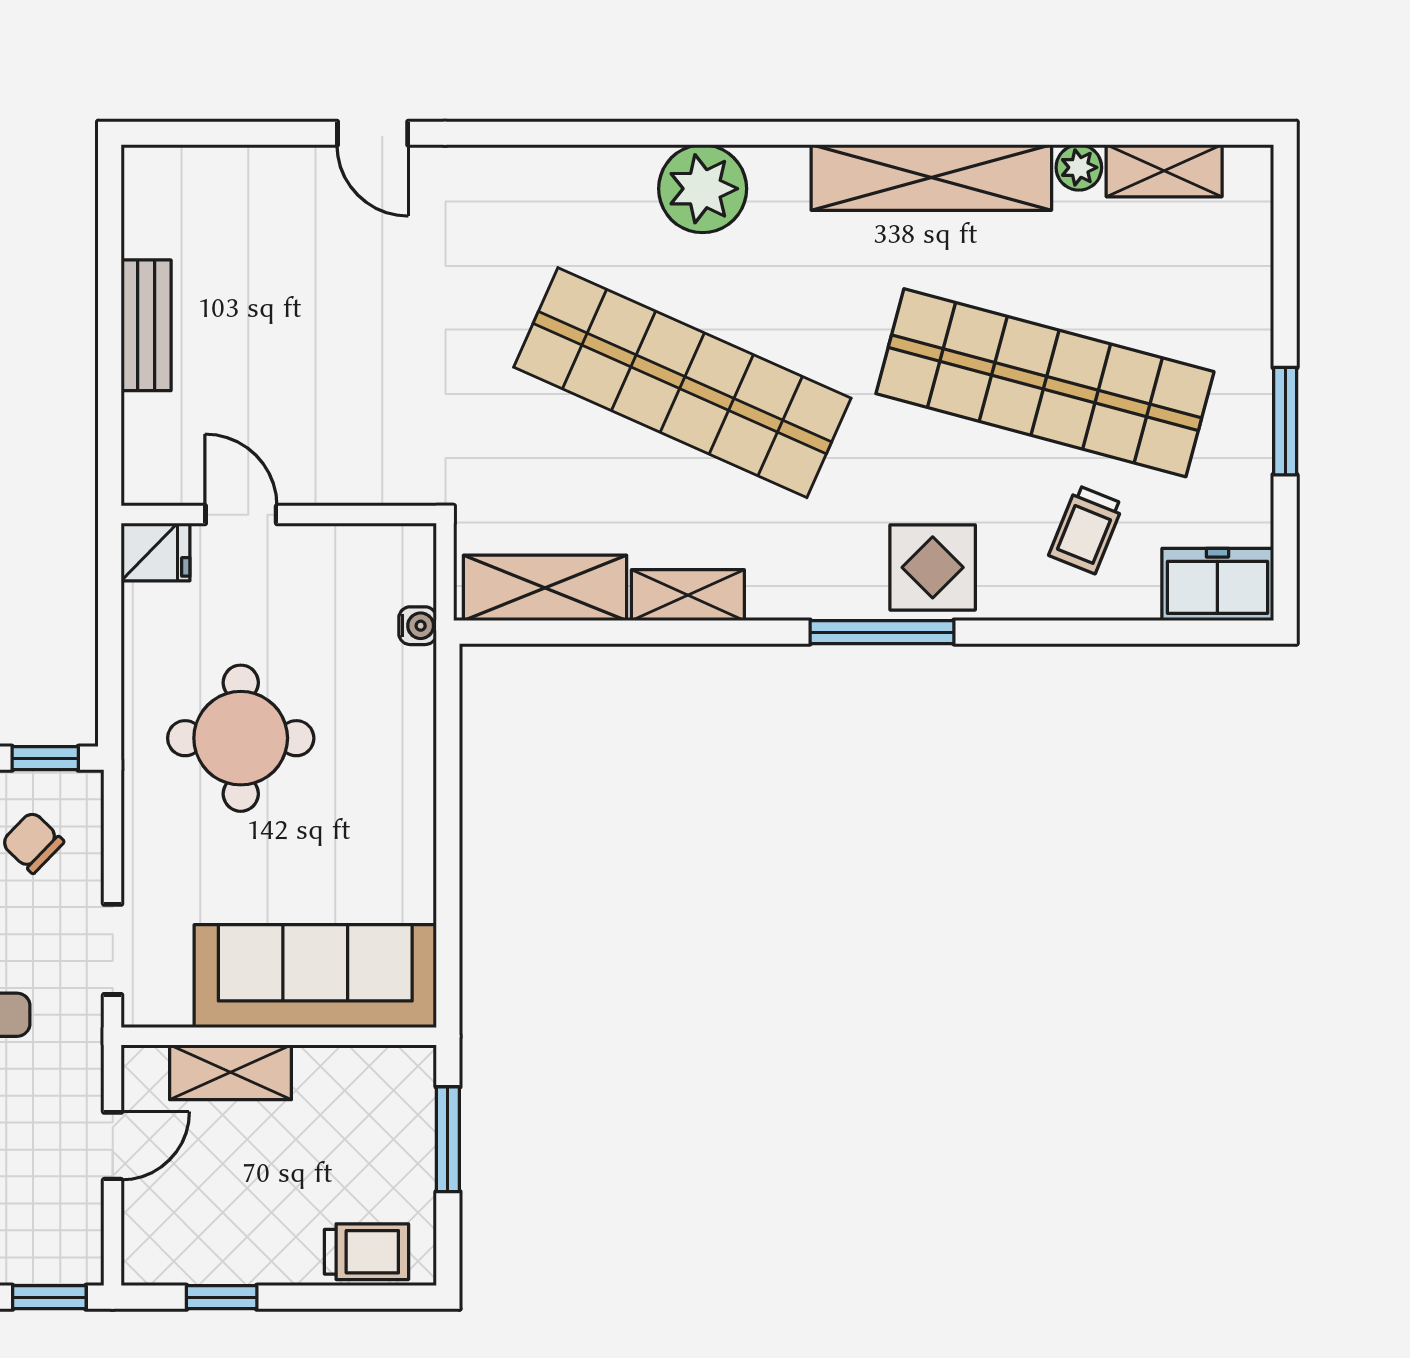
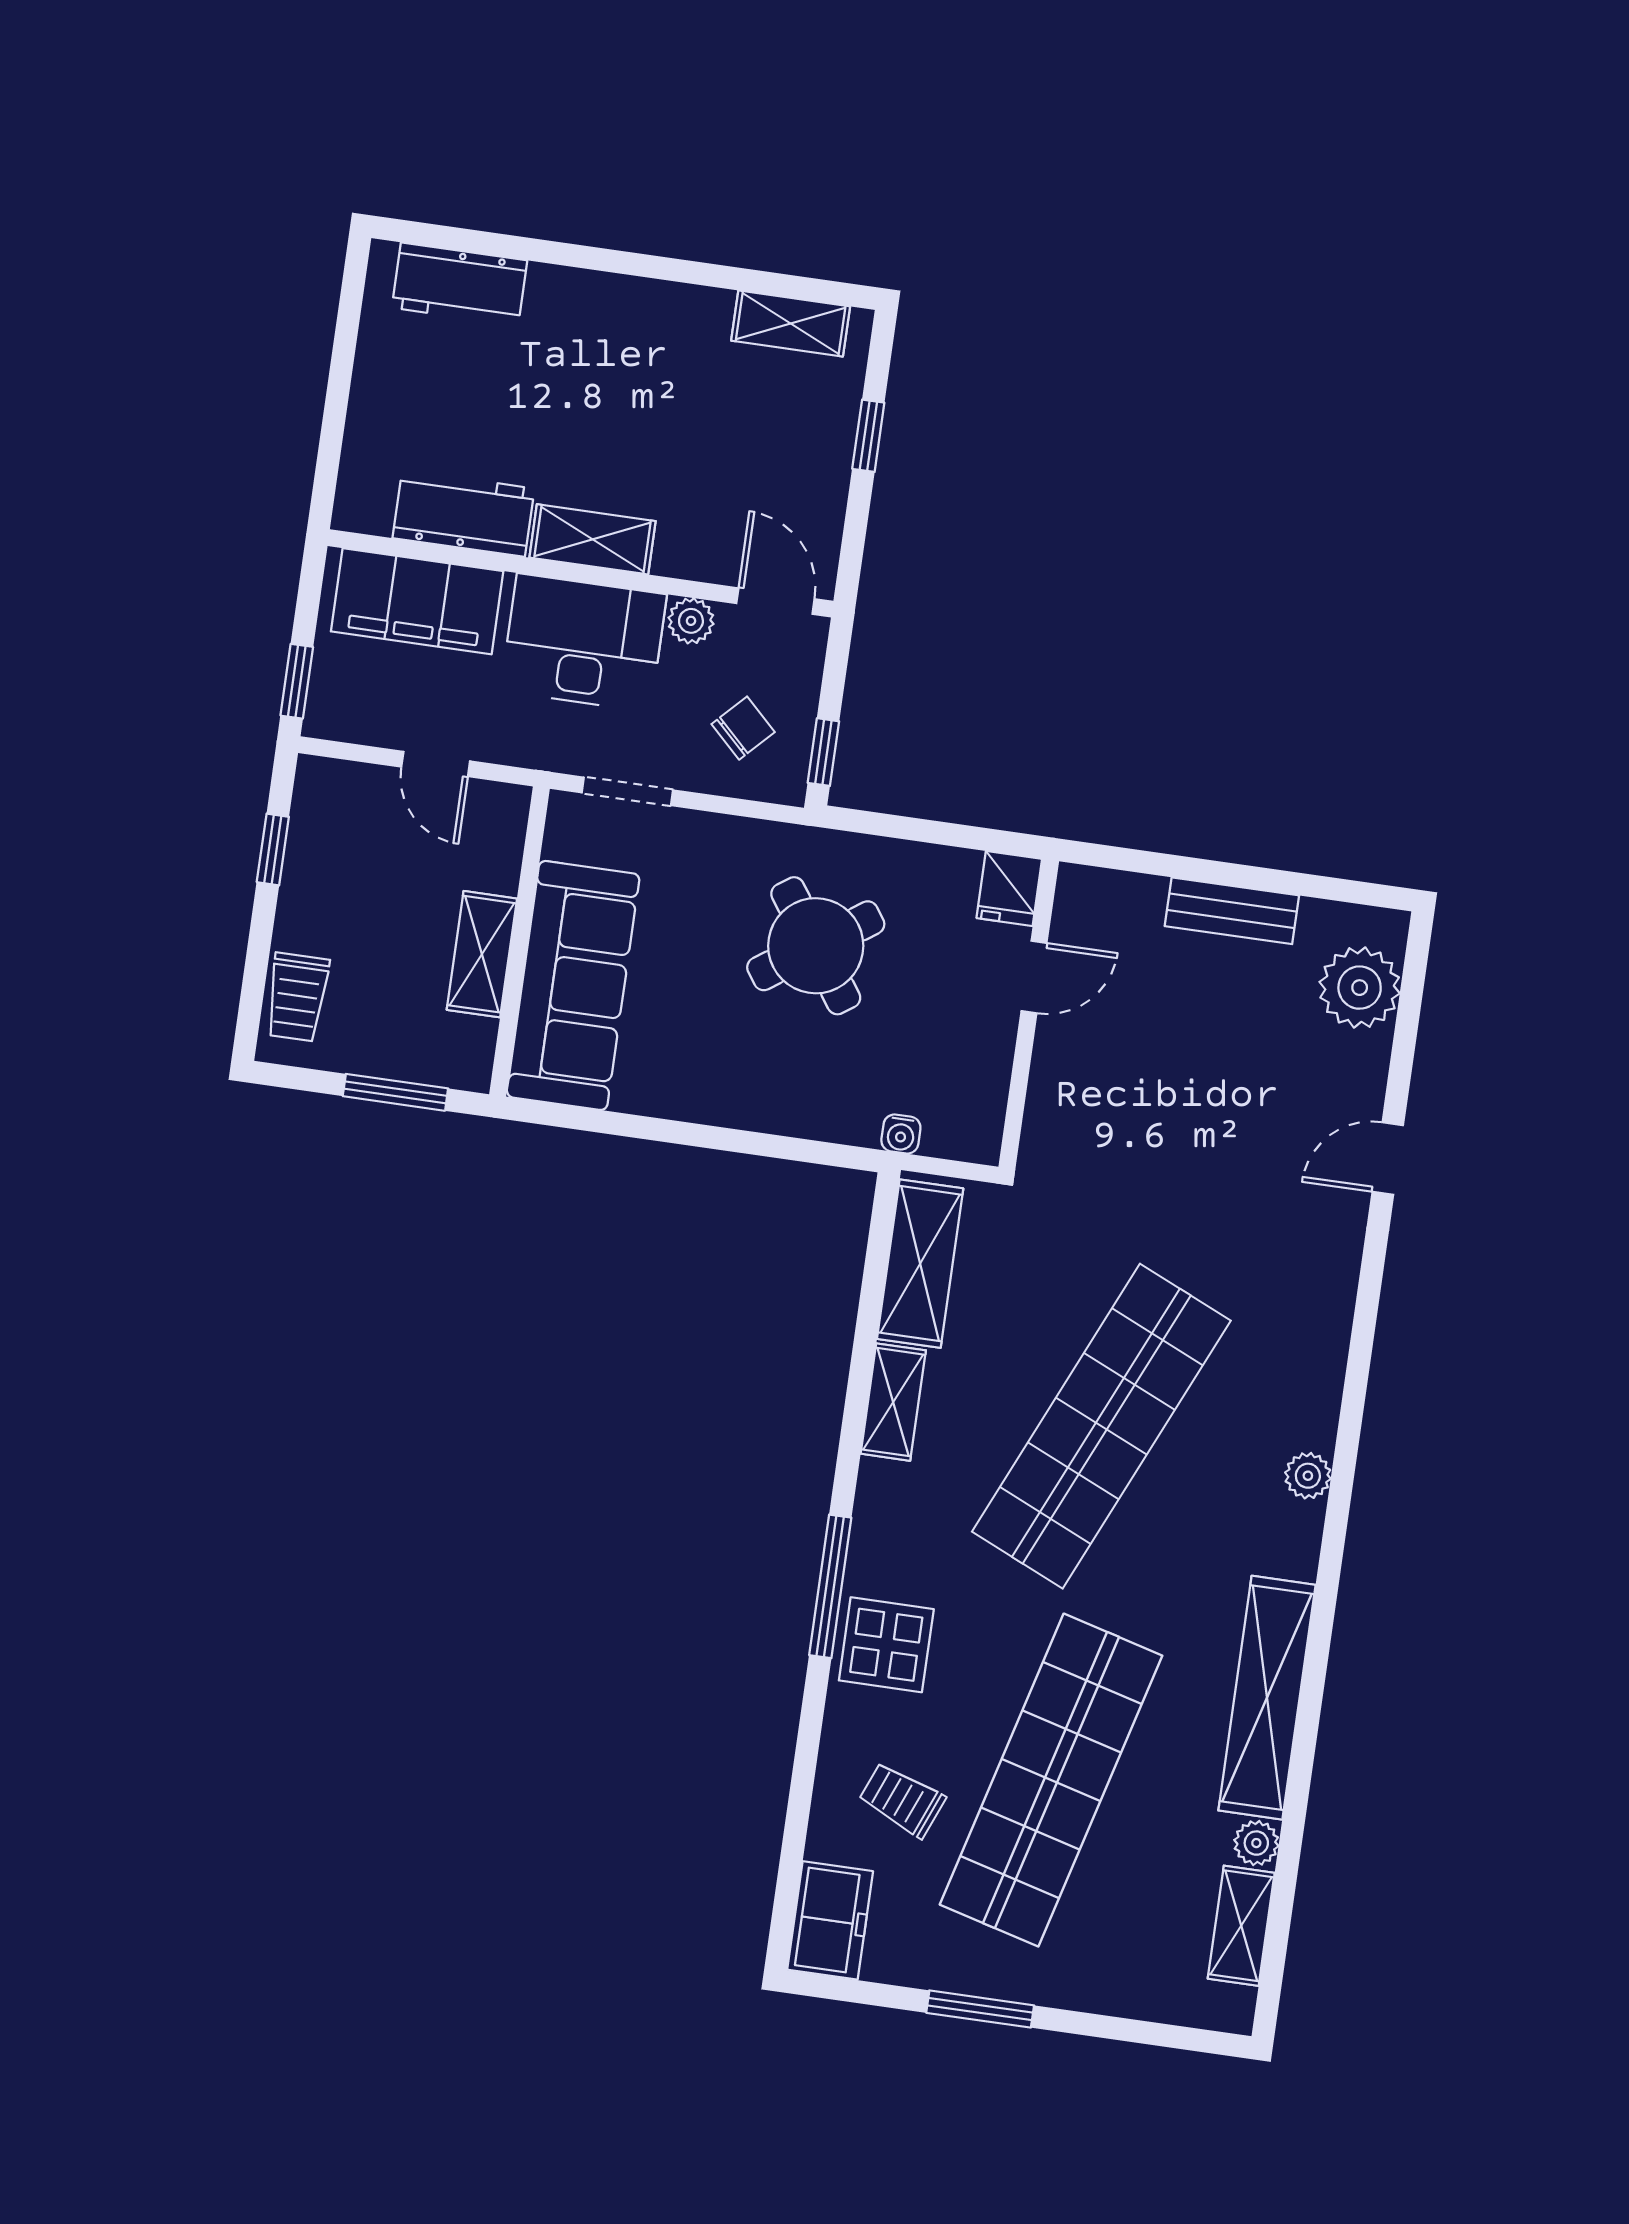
plant: (205, 186) -> (1360, 988), added
plant: (703, 189) -> (1308, 1476), width x0.53, depth x0.53
round table: (241, 738) -> (816, 946), turned -35
shelving: (230, 1072) -> (482, 954), moved

